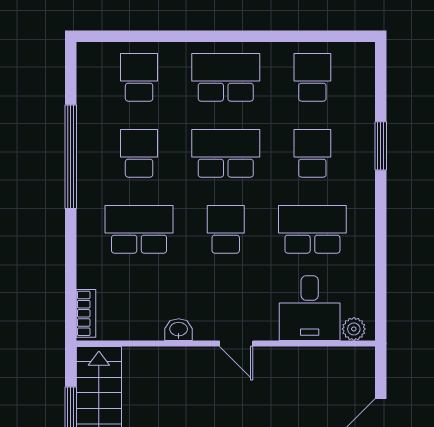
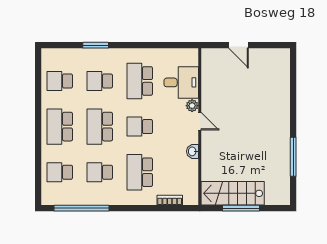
window: (71, 157) -> (82, 208), moved
bookcase: (86, 313) -> (170, 200), moved
plant: (354, 329) -> (192, 106), moved
door: (236, 343) -> (200, 121), hinge flipped

